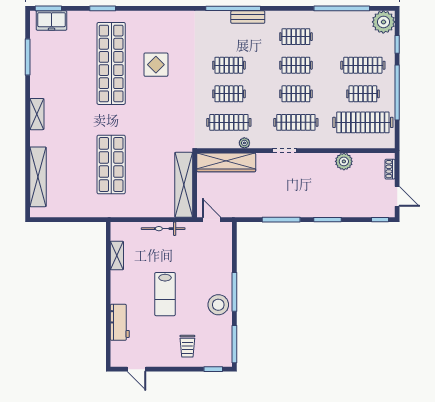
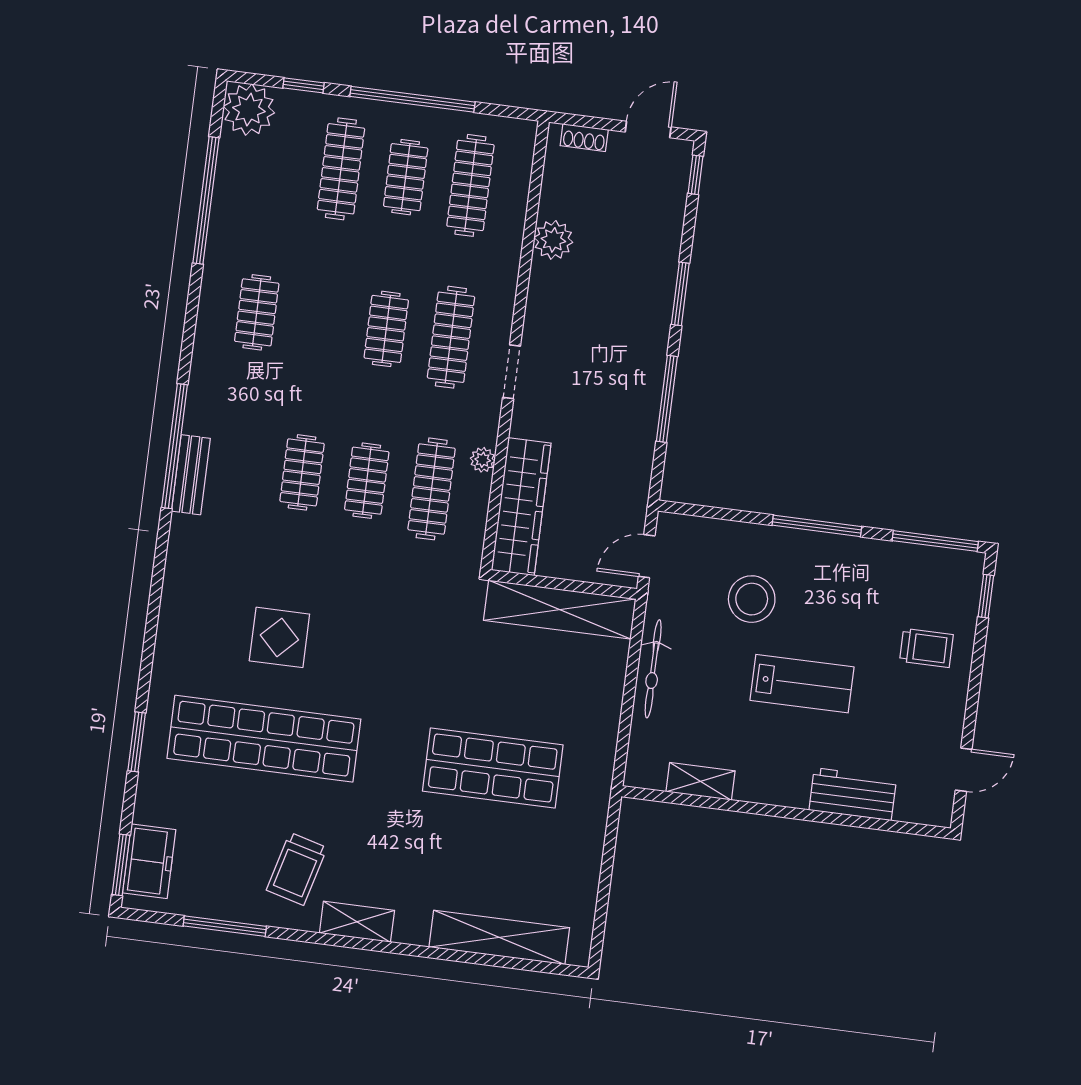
bench: (248, 17) -> (191, 475), moved
clothes rail: (296, 65) -> (321, 321), removed
trolley: (56, 85) -> (297, 869), added
clothes rail: (363, 122) -> (470, 185), width x0.73, depth x0.76
stool: (218, 305) -> (752, 599), moved

